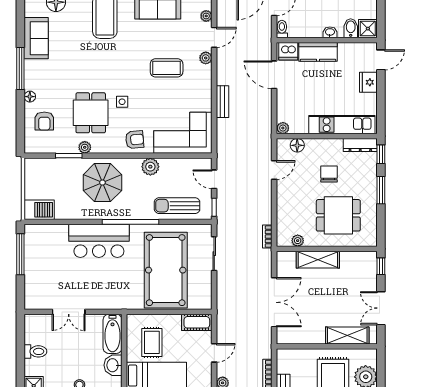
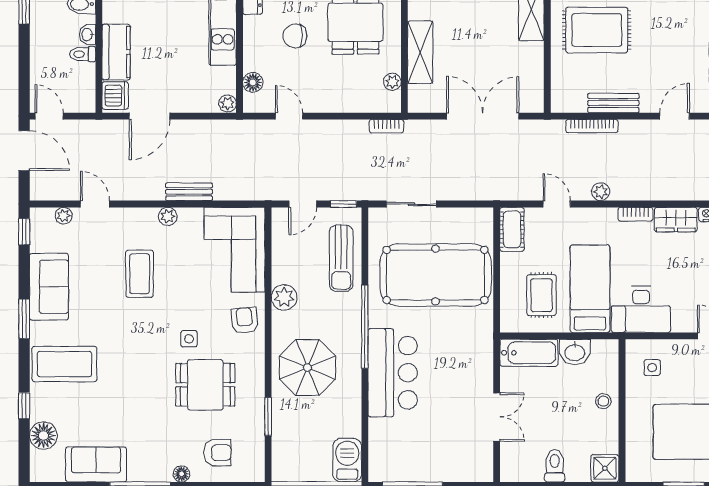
toilet: (282, 29) -> (83, 54), moved
plant: (206, 58) -> (168, 216), moved
plant: (85, 147) -> (256, 393), removed
rug: (152, 342) -> (541, 295), turned 90

